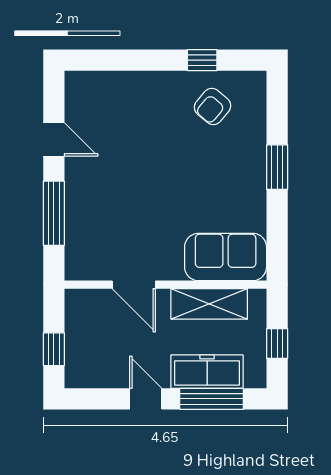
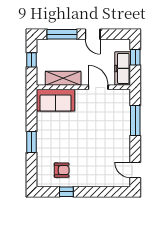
armchair: (213, 107) -> (62, 170), turned 50
door: (54, 139) -> (135, 170), moved
freezer: (207, 372) -> (123, 68), moved, turned 90

